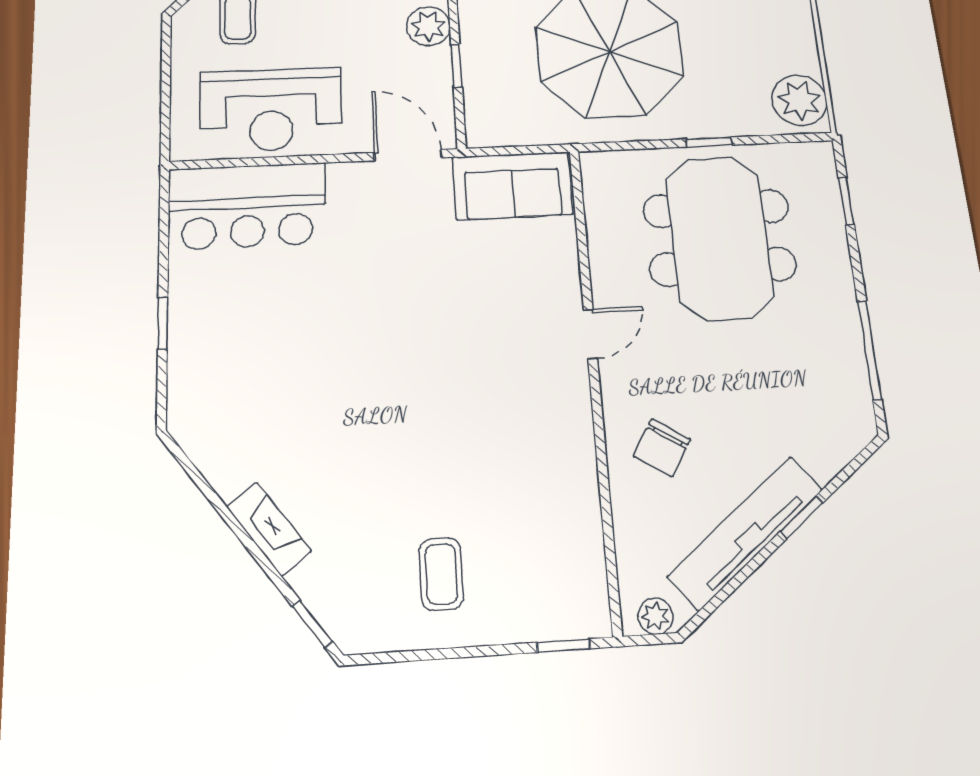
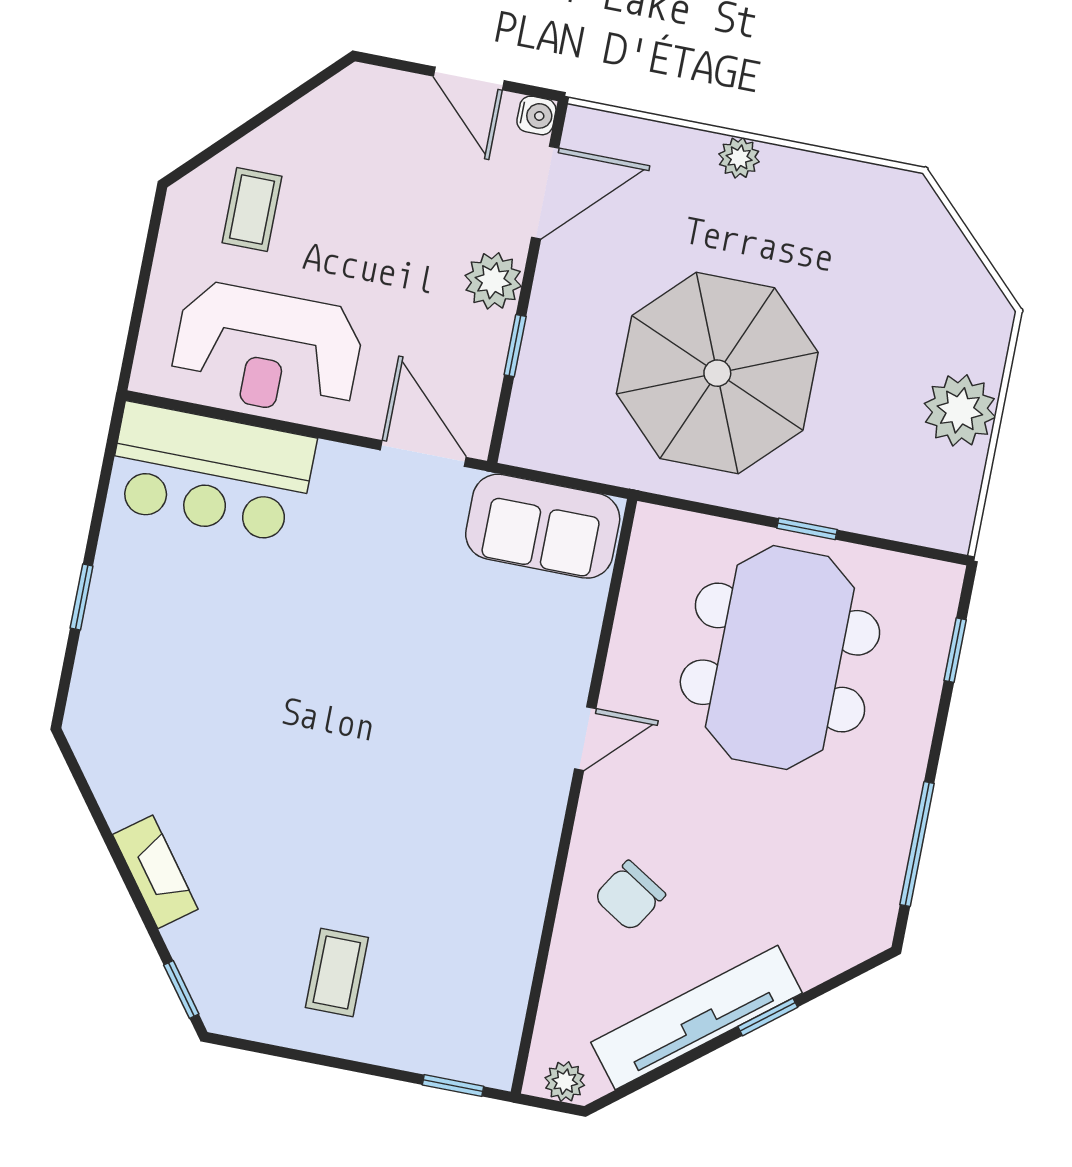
plant: (799, 100) -> (960, 410), moved

